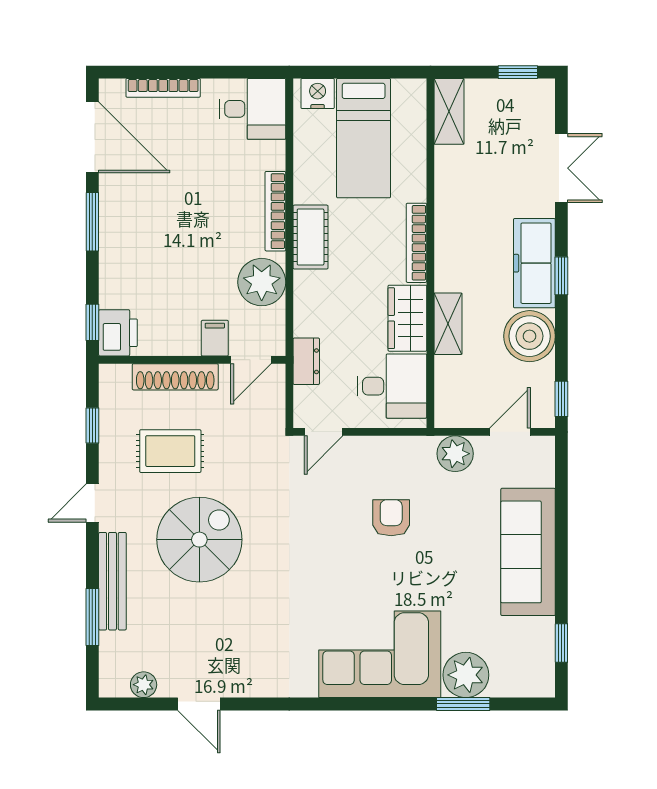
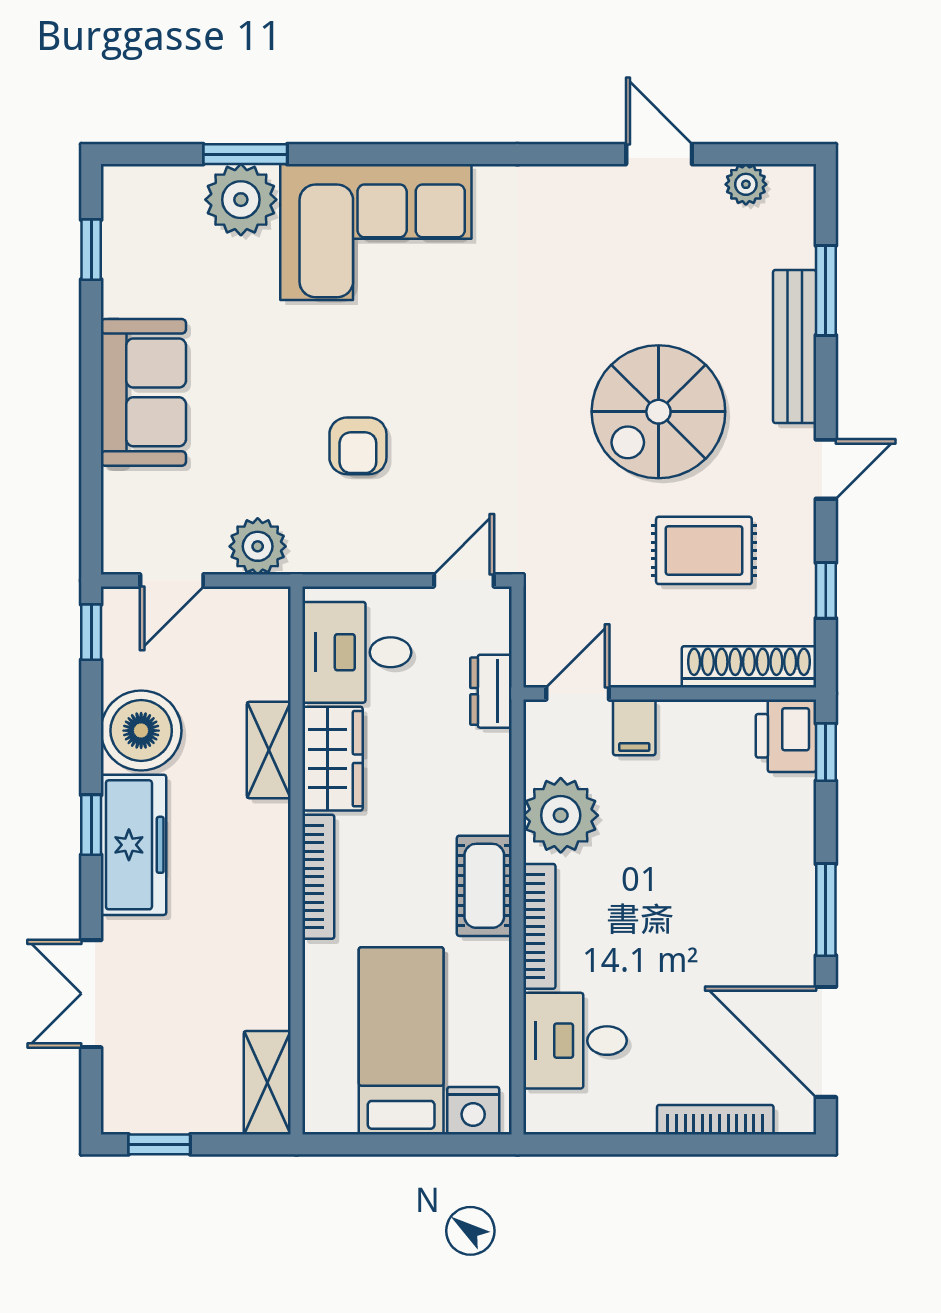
desk: (253, 109) -> (575, 1041), moved
shoe rack: (175, 377) -> (749, 667), moved
sofa: (528, 552) -> (143, 392), width x0.73

